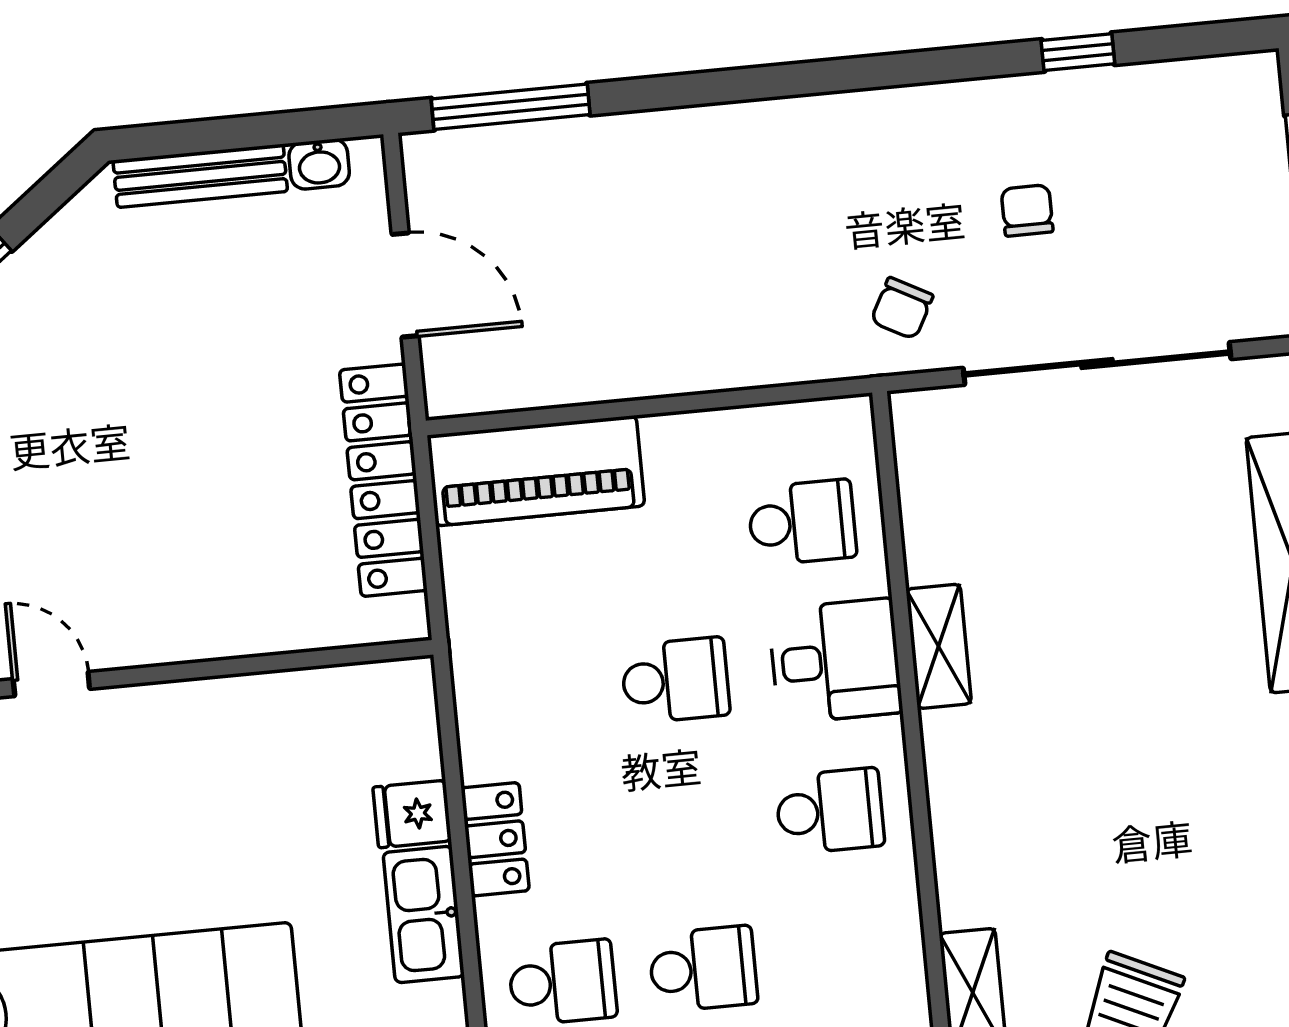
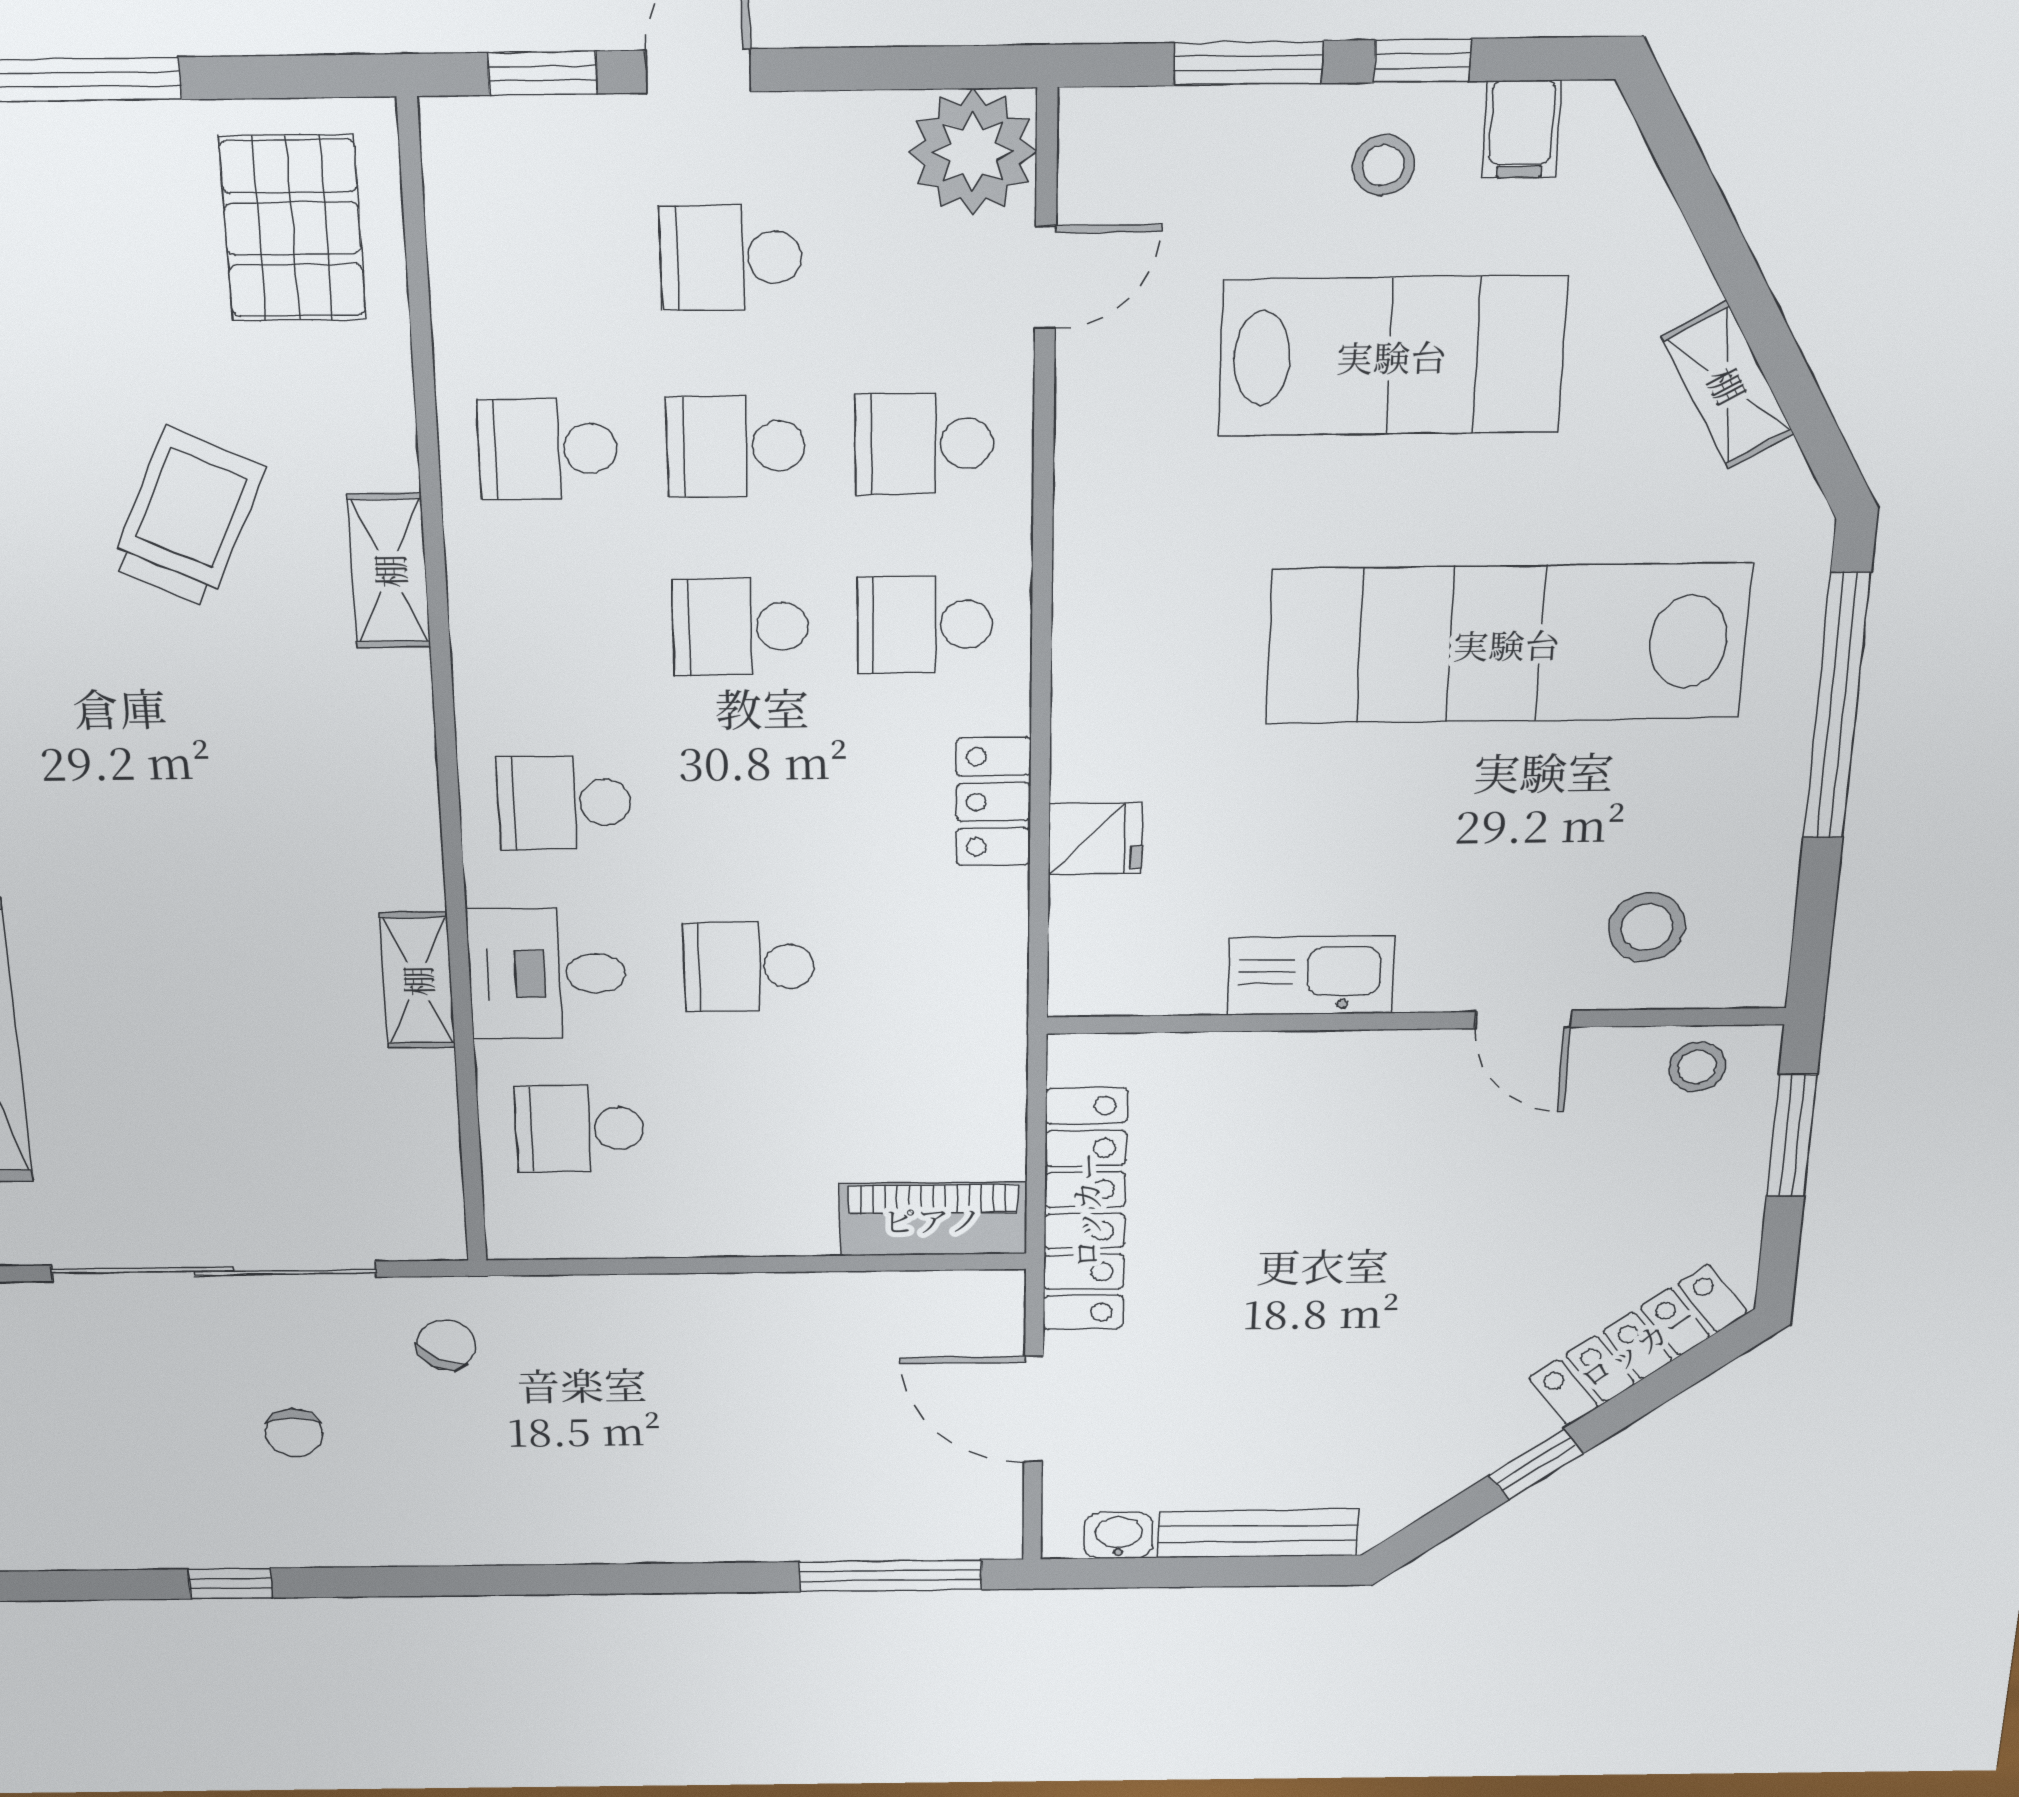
piano: (536, 471) -> (933, 1219), width x0.73, depth x0.75
kitchen sink: (424, 915) -> (1311, 975), moved, turned -90

